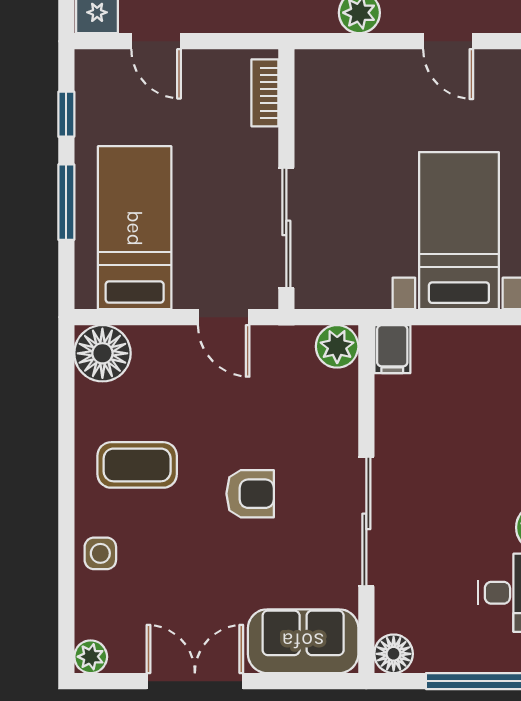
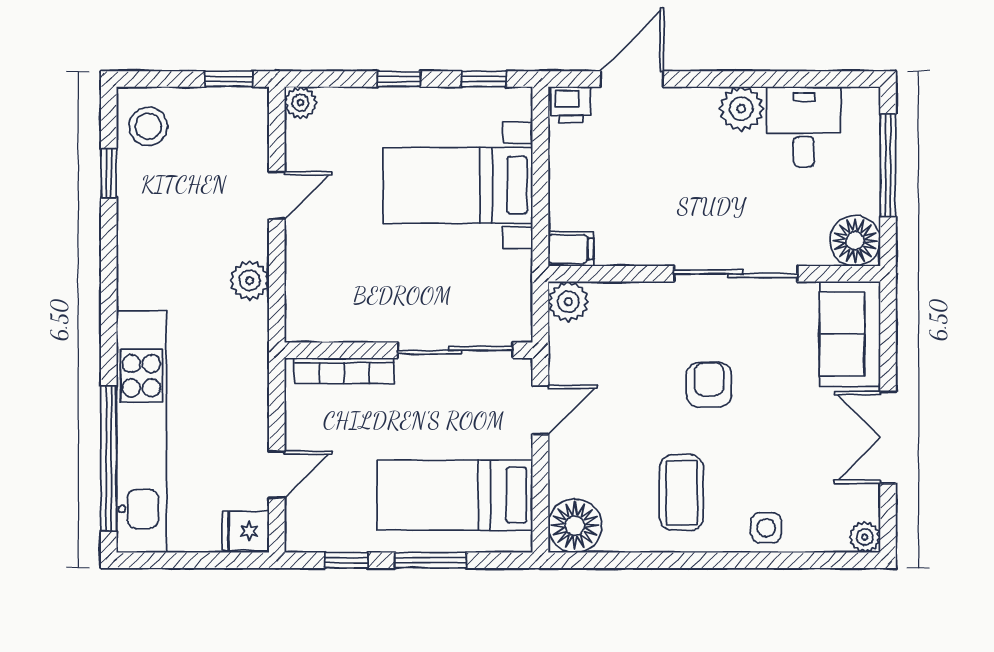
bookcase: (265, 93) -> (344, 371), width x1.56
floor lamp: (394, 654) -> (855, 241), width x1.38, depth x1.38

